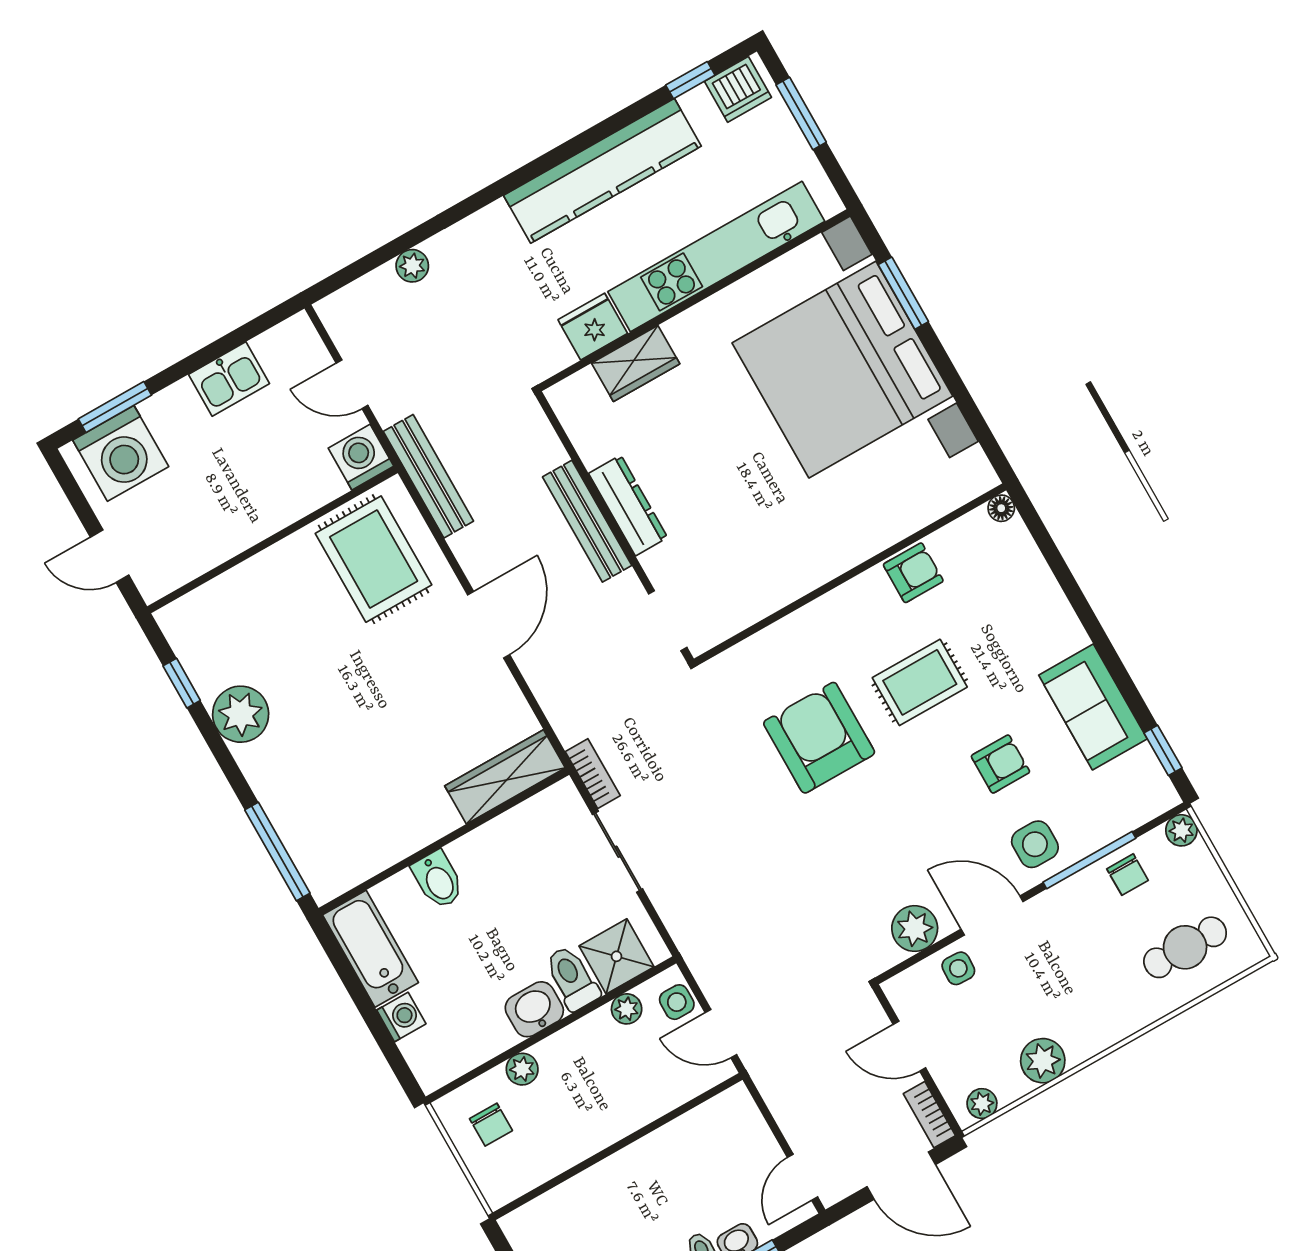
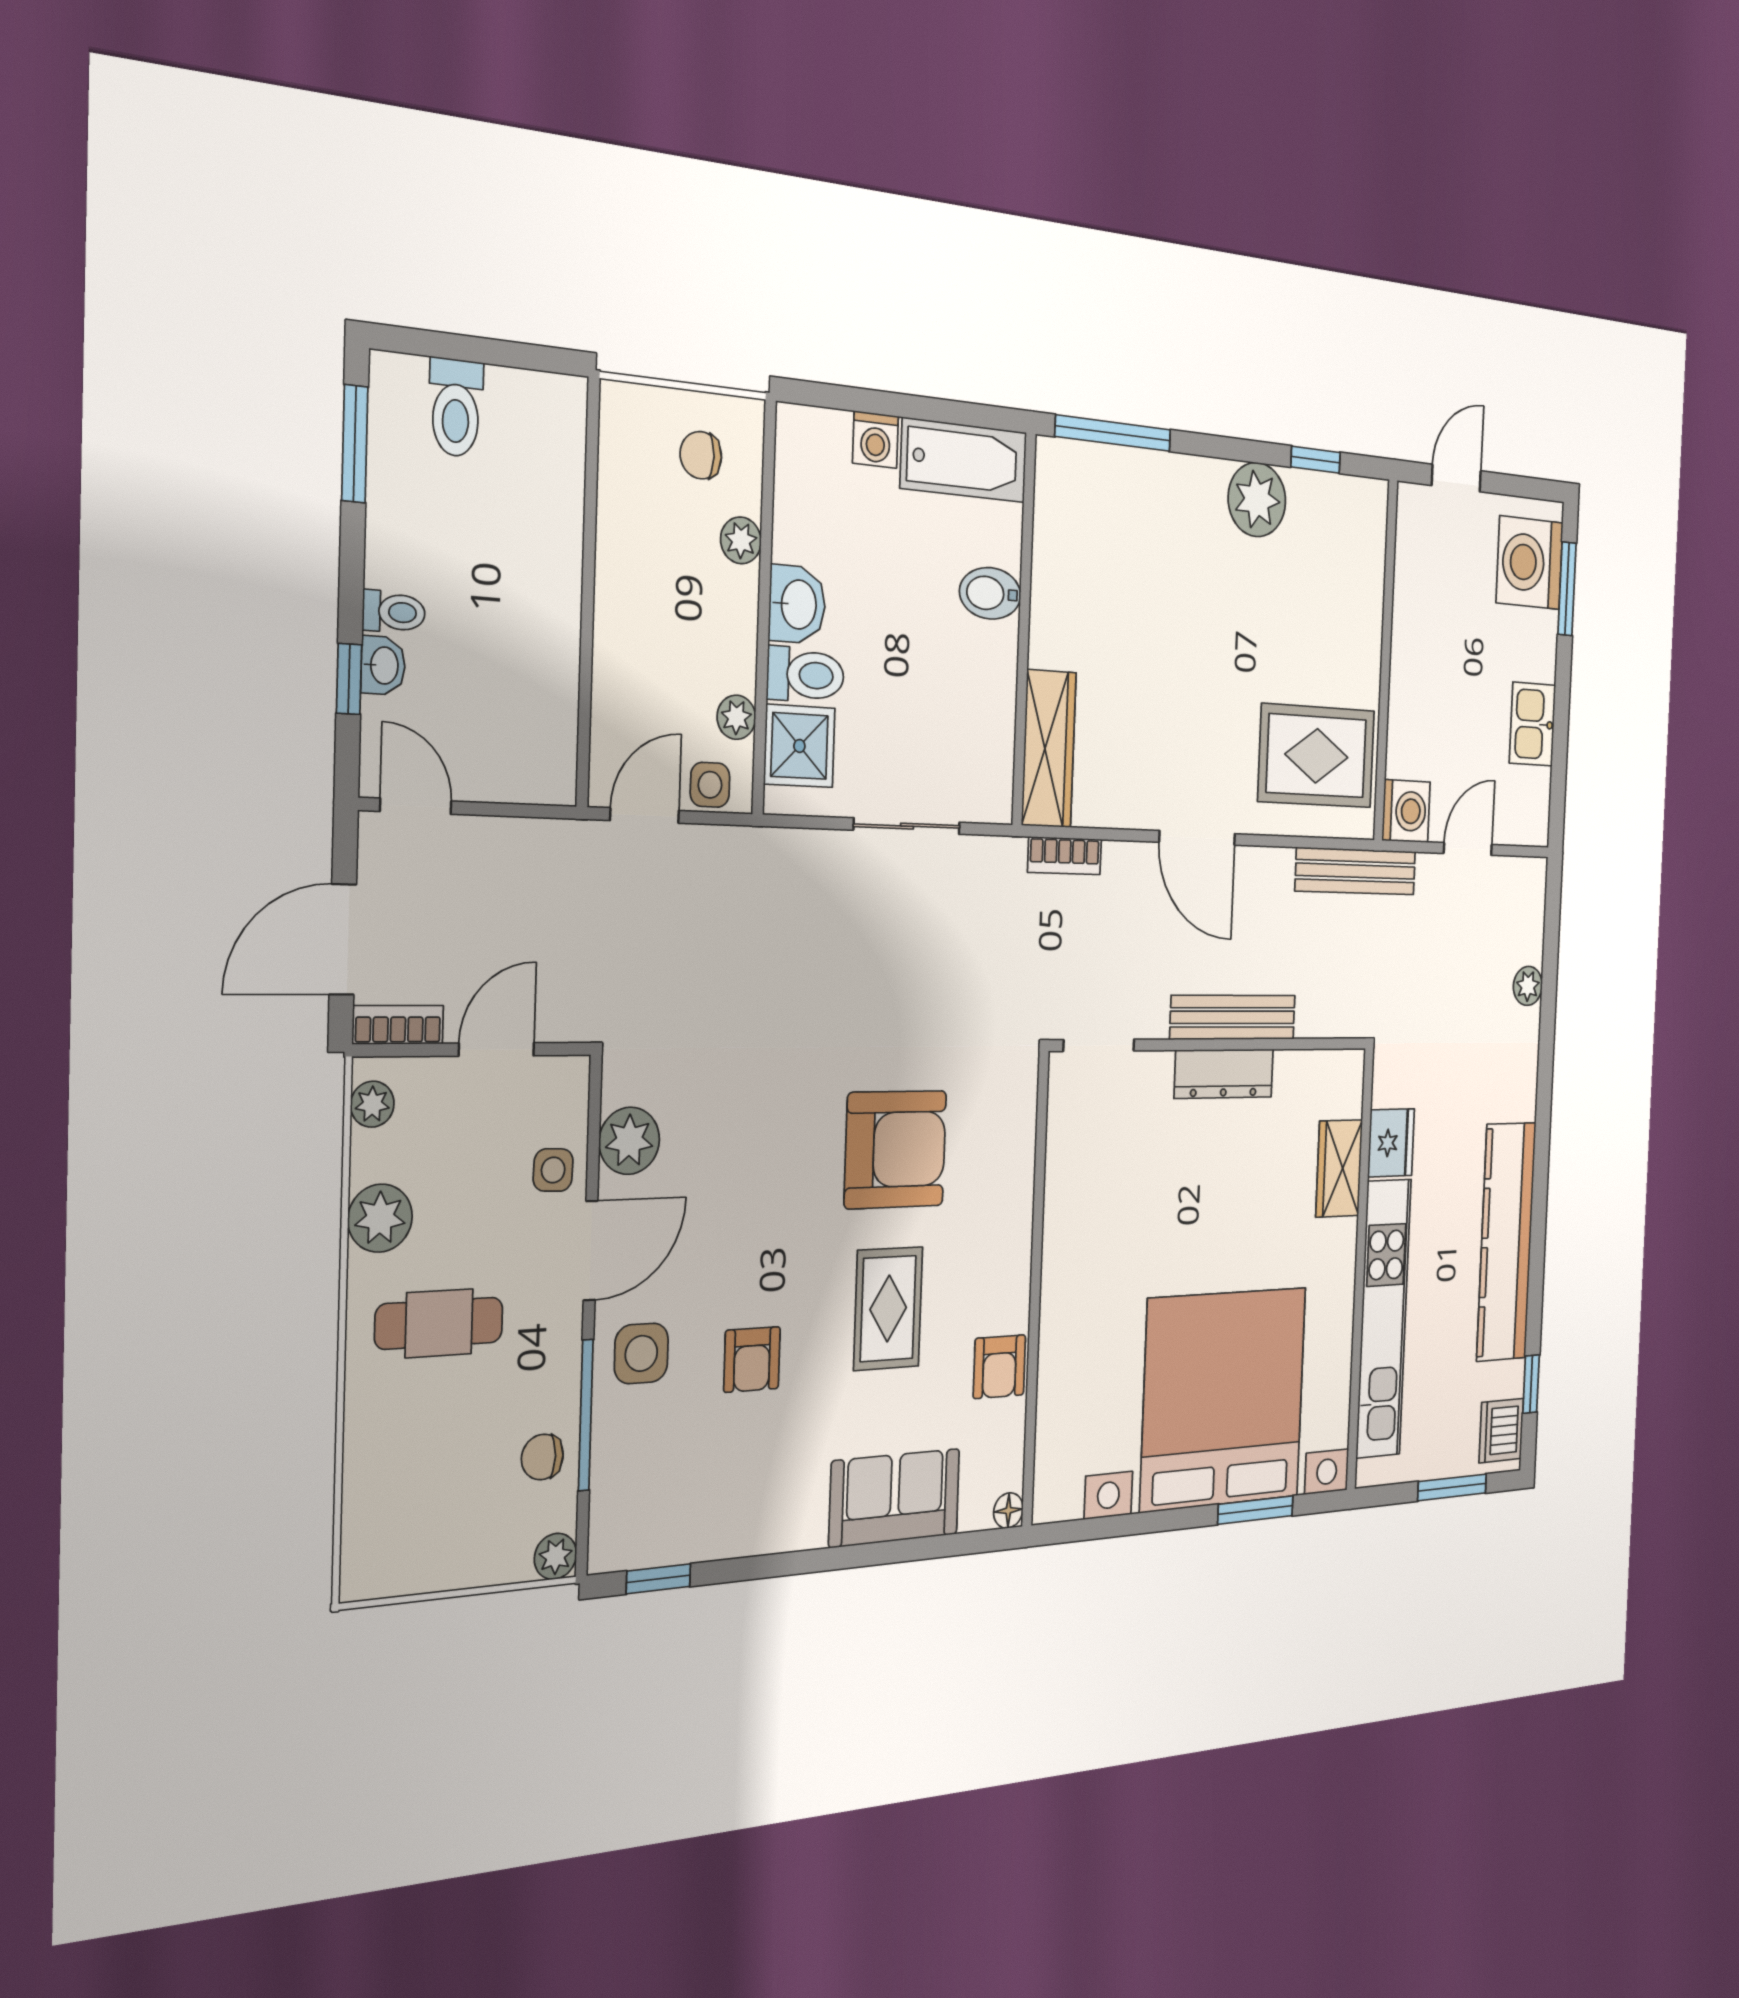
sofa: (1093, 707) -> (895, 1498), moved
bookcase: (593, 774) -> (1065, 856), moved
cafe table: (1185, 947) -> (439, 1323), moved, turned 90

